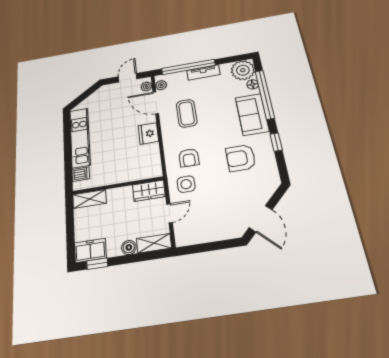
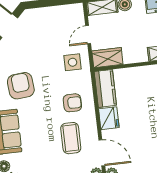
armchair: (189, 158) -> (72, 103), moved, turned 90
armchair: (241, 158) -> (21, 86), turned -95
kitchen counter: (152, 161) -> (105, 88), added

